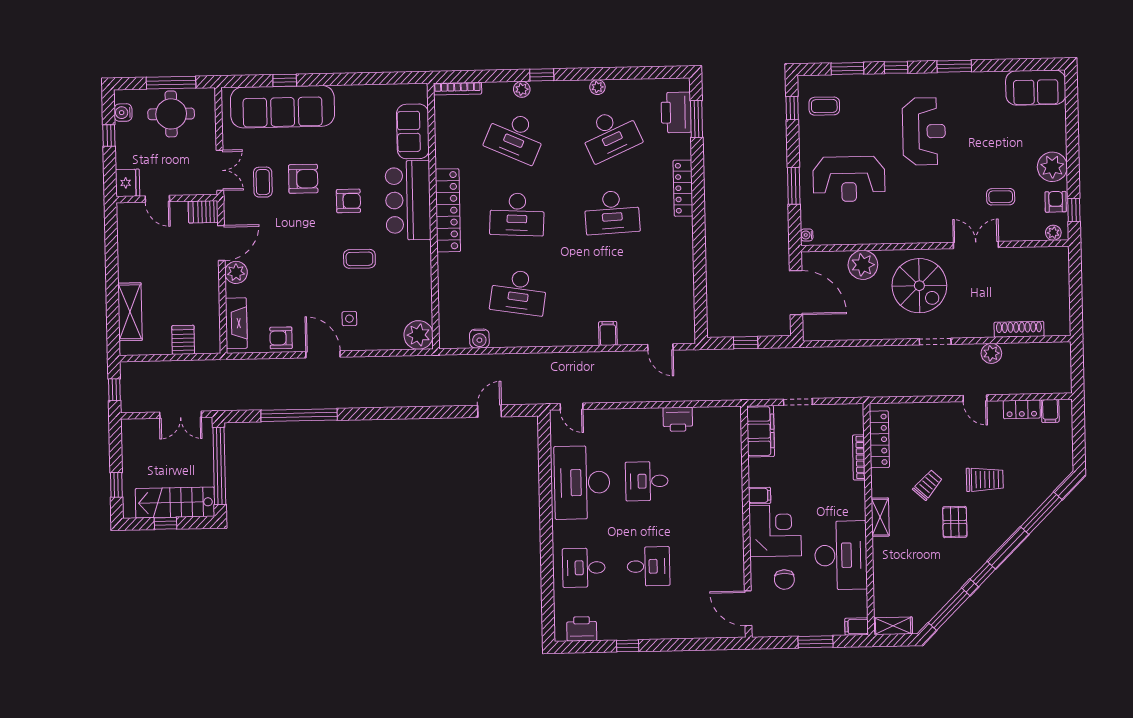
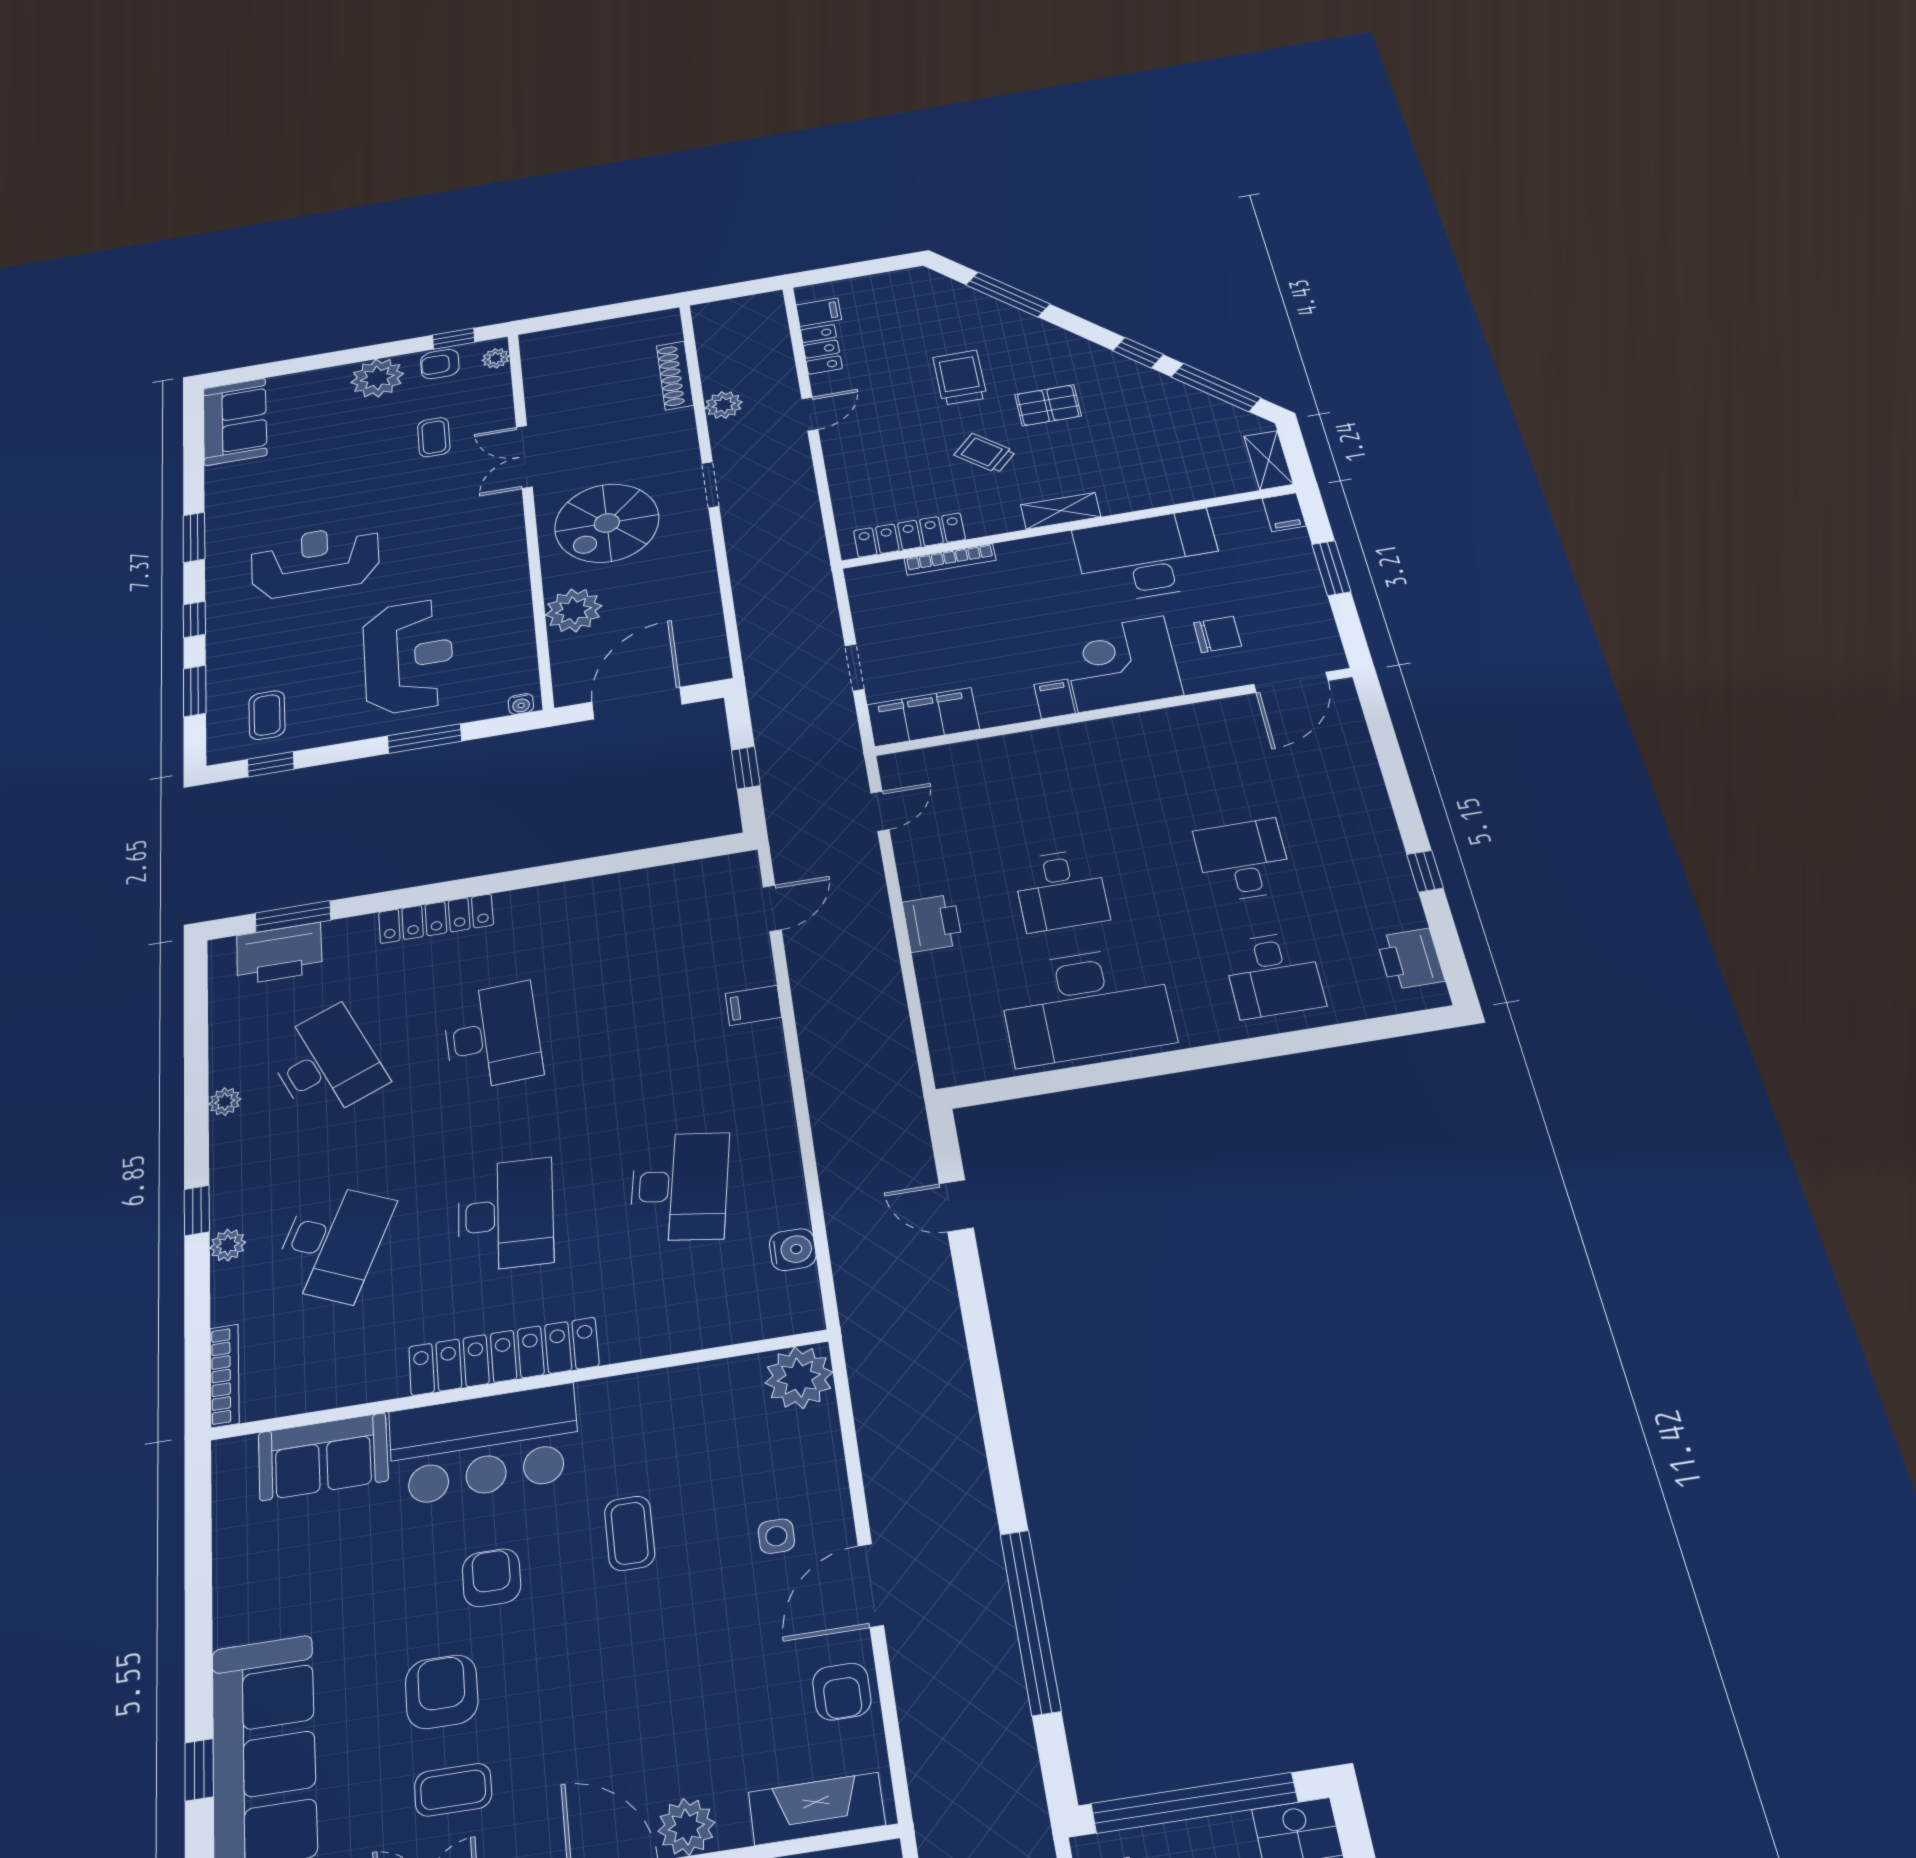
spiral stairs: (919, 286) -> (607, 523), turned 180
door: (572, 407) -> (880, 811), moved
printer: (678, 419) -> (932, 923), moved

